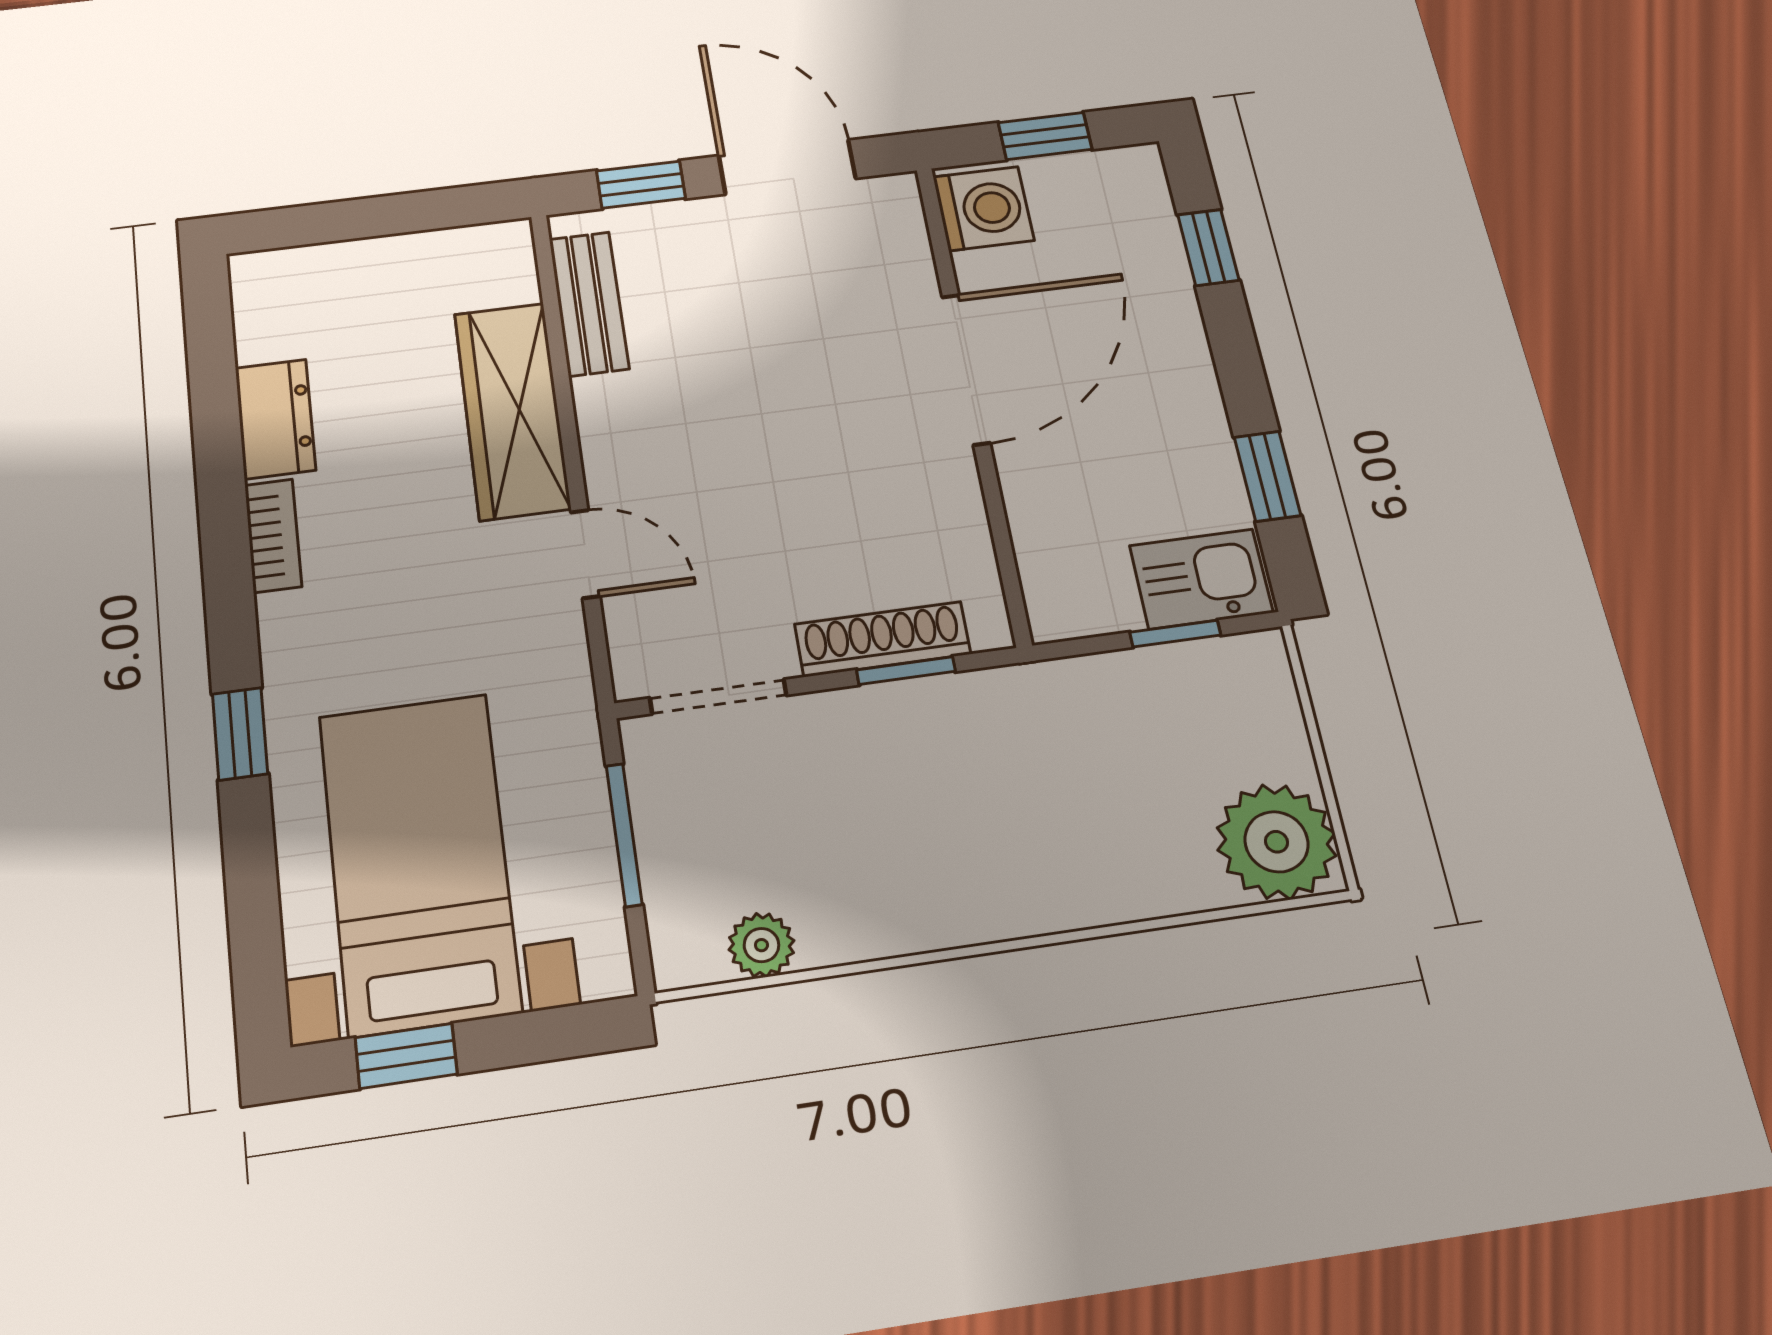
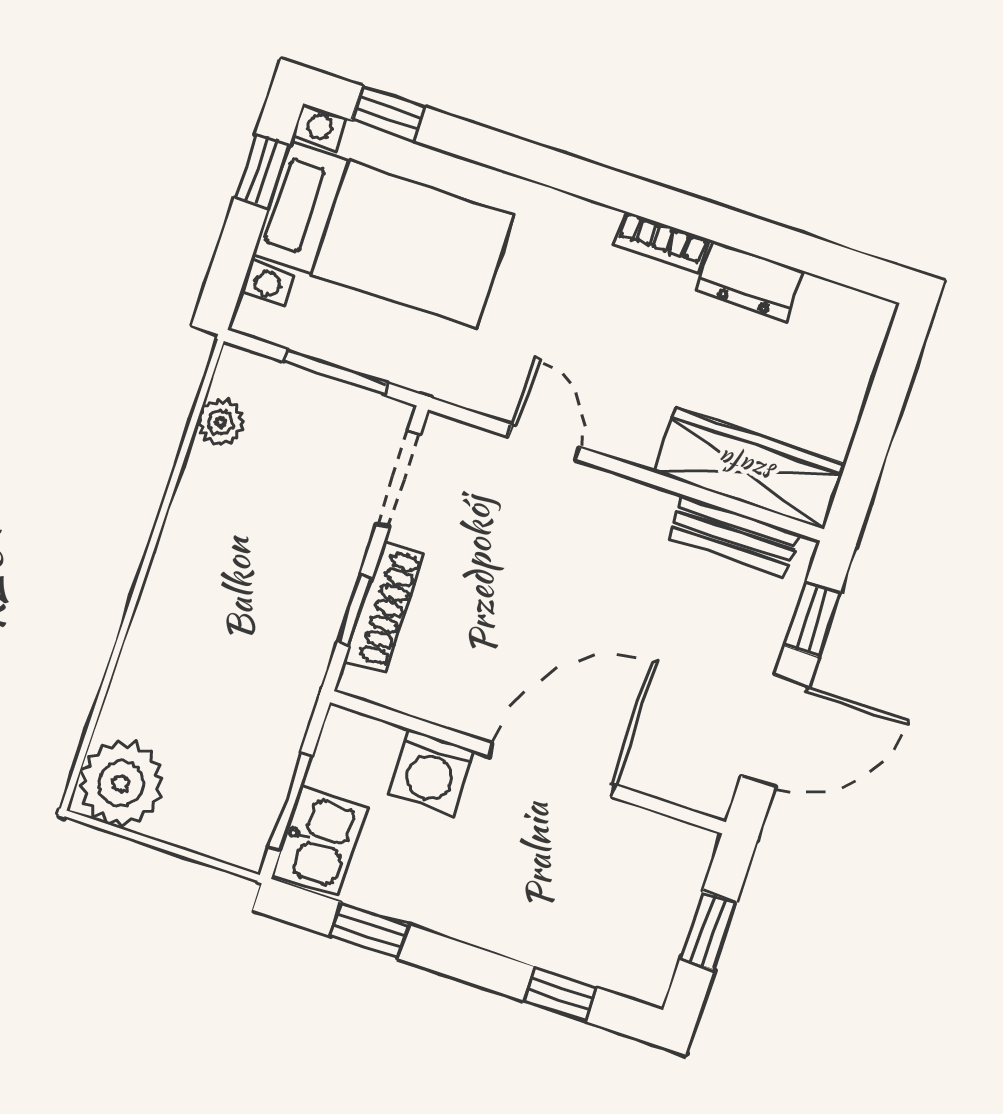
washing machine: (983, 209) -> (431, 772), moved
door: (966, 369) -> (552, 770), swing flipped
wardrobe: (512, 410) -> (748, 468), moved
door: (585, 554) -> (544, 442), swing flipped
window: (1175, 634) -> (291, 801), width x1.50
window: (240, 734) -> (388, 113), moved

